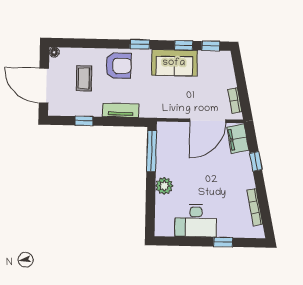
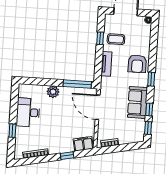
coffee table: (84, 78) -> (116, 39), moved
door: (208, 121) -> (98, 107), moved

